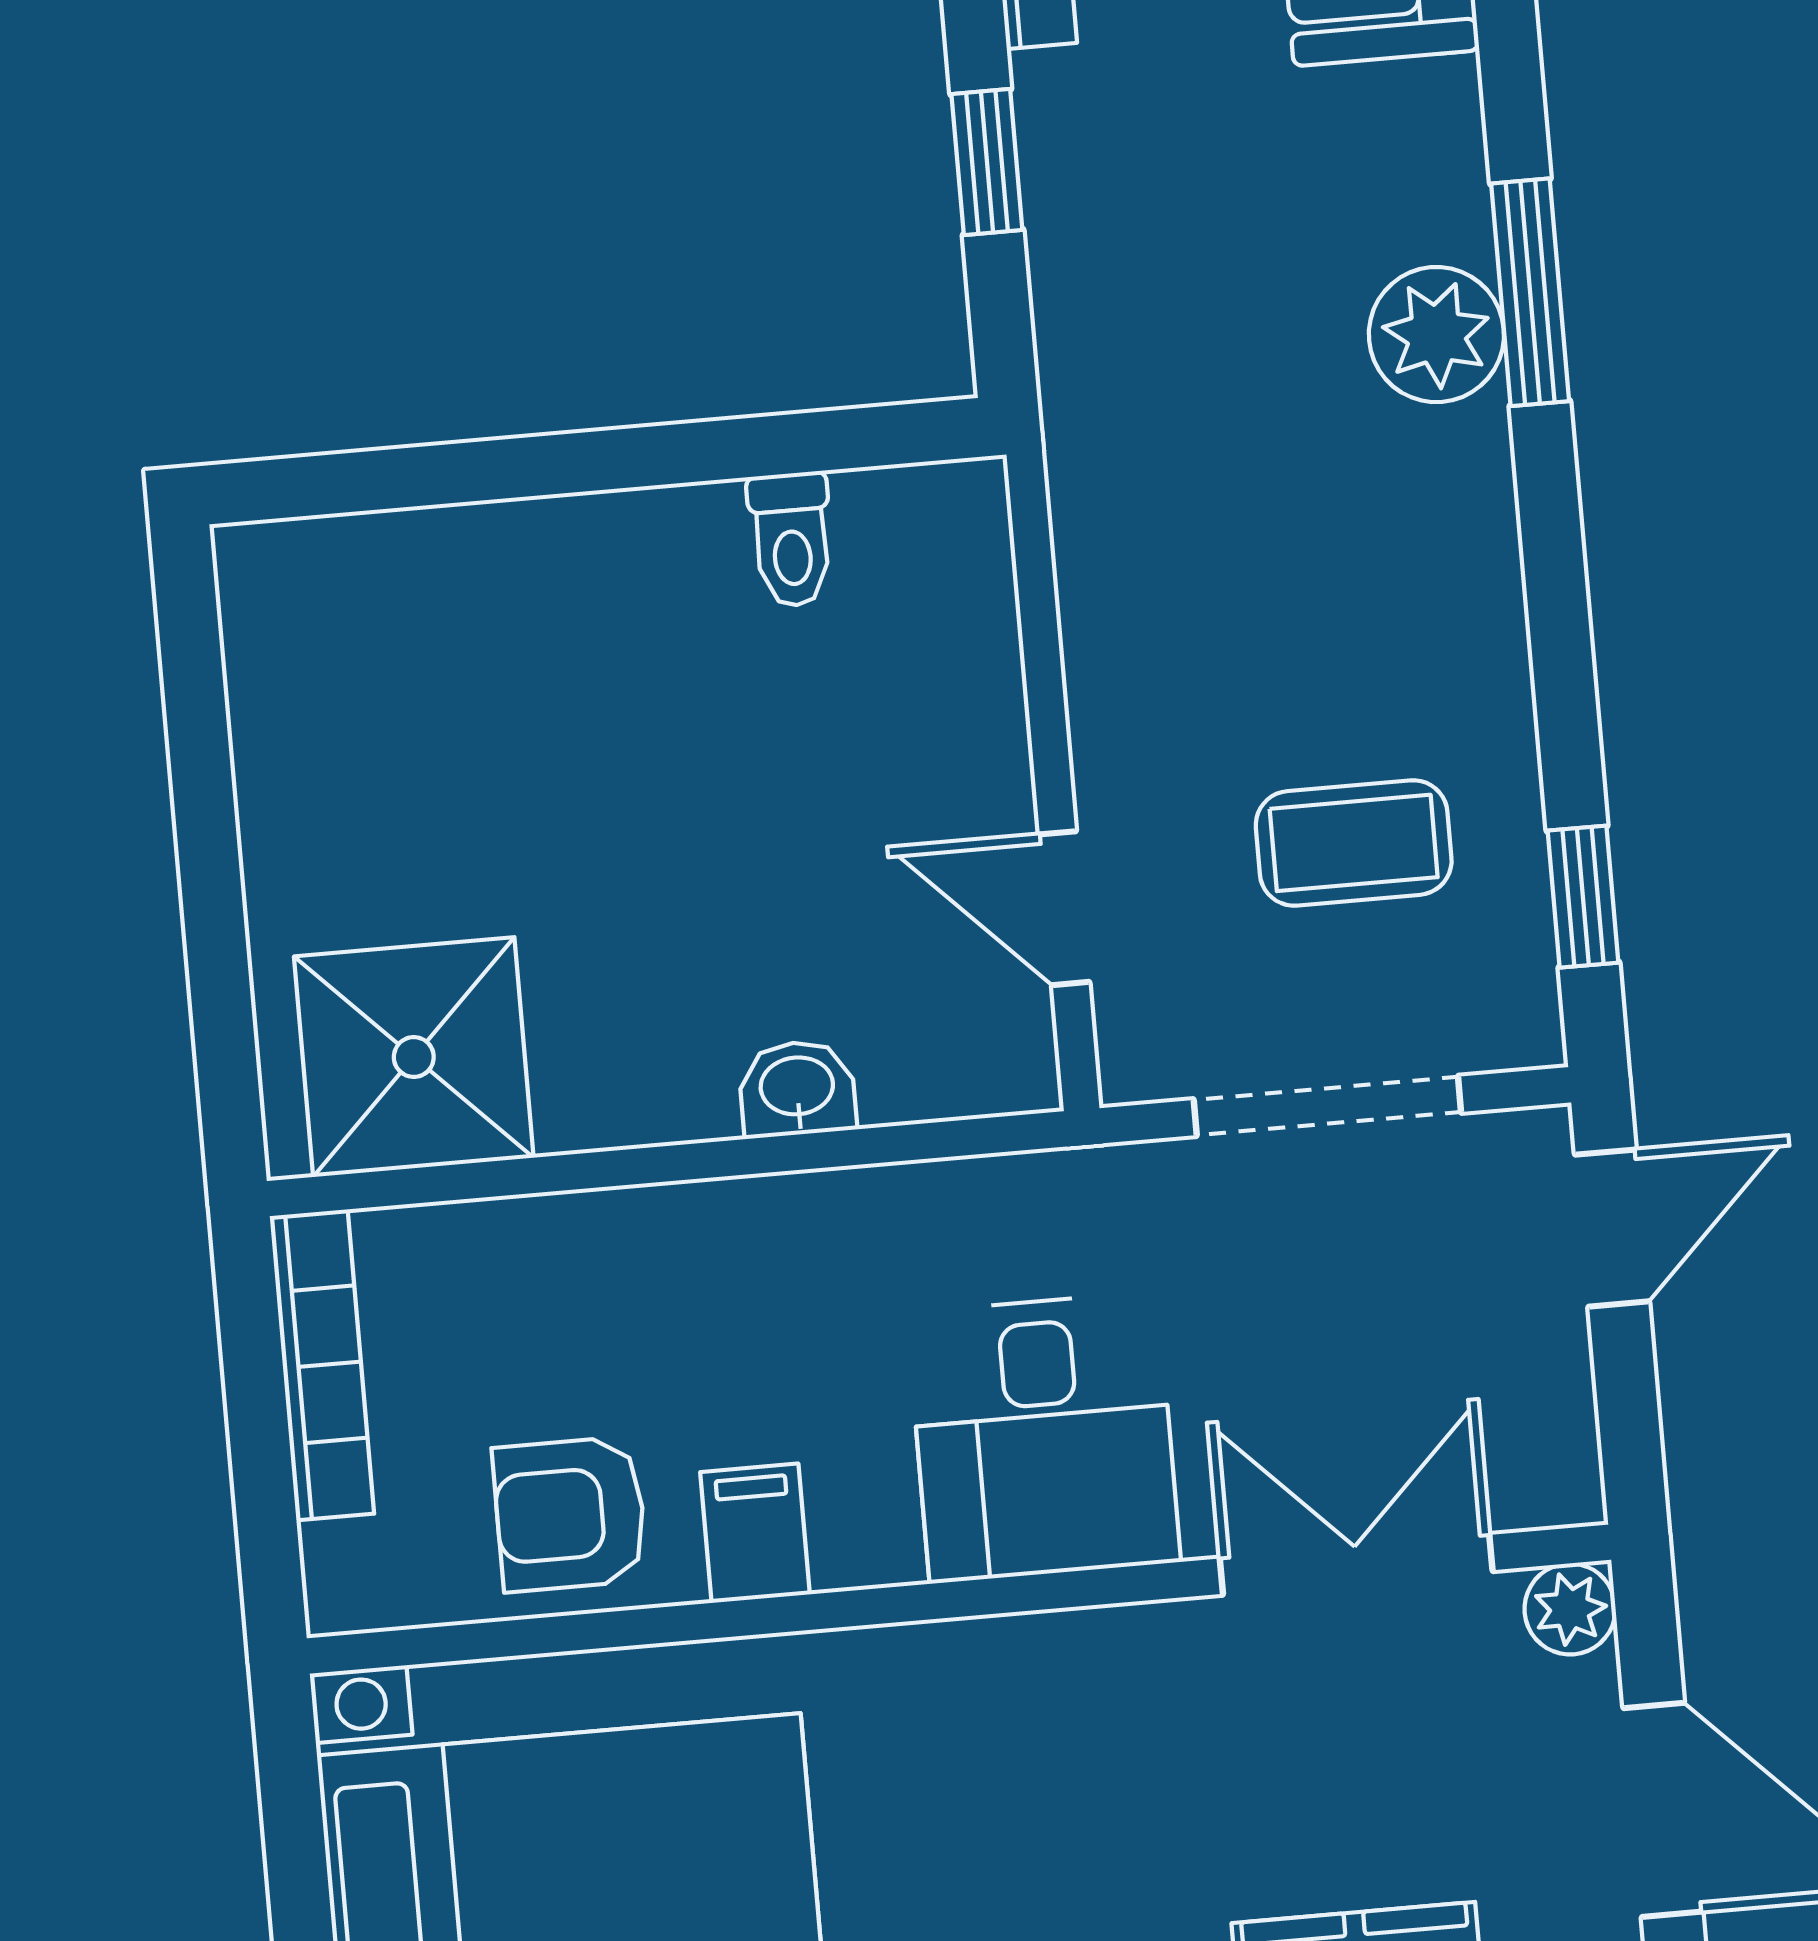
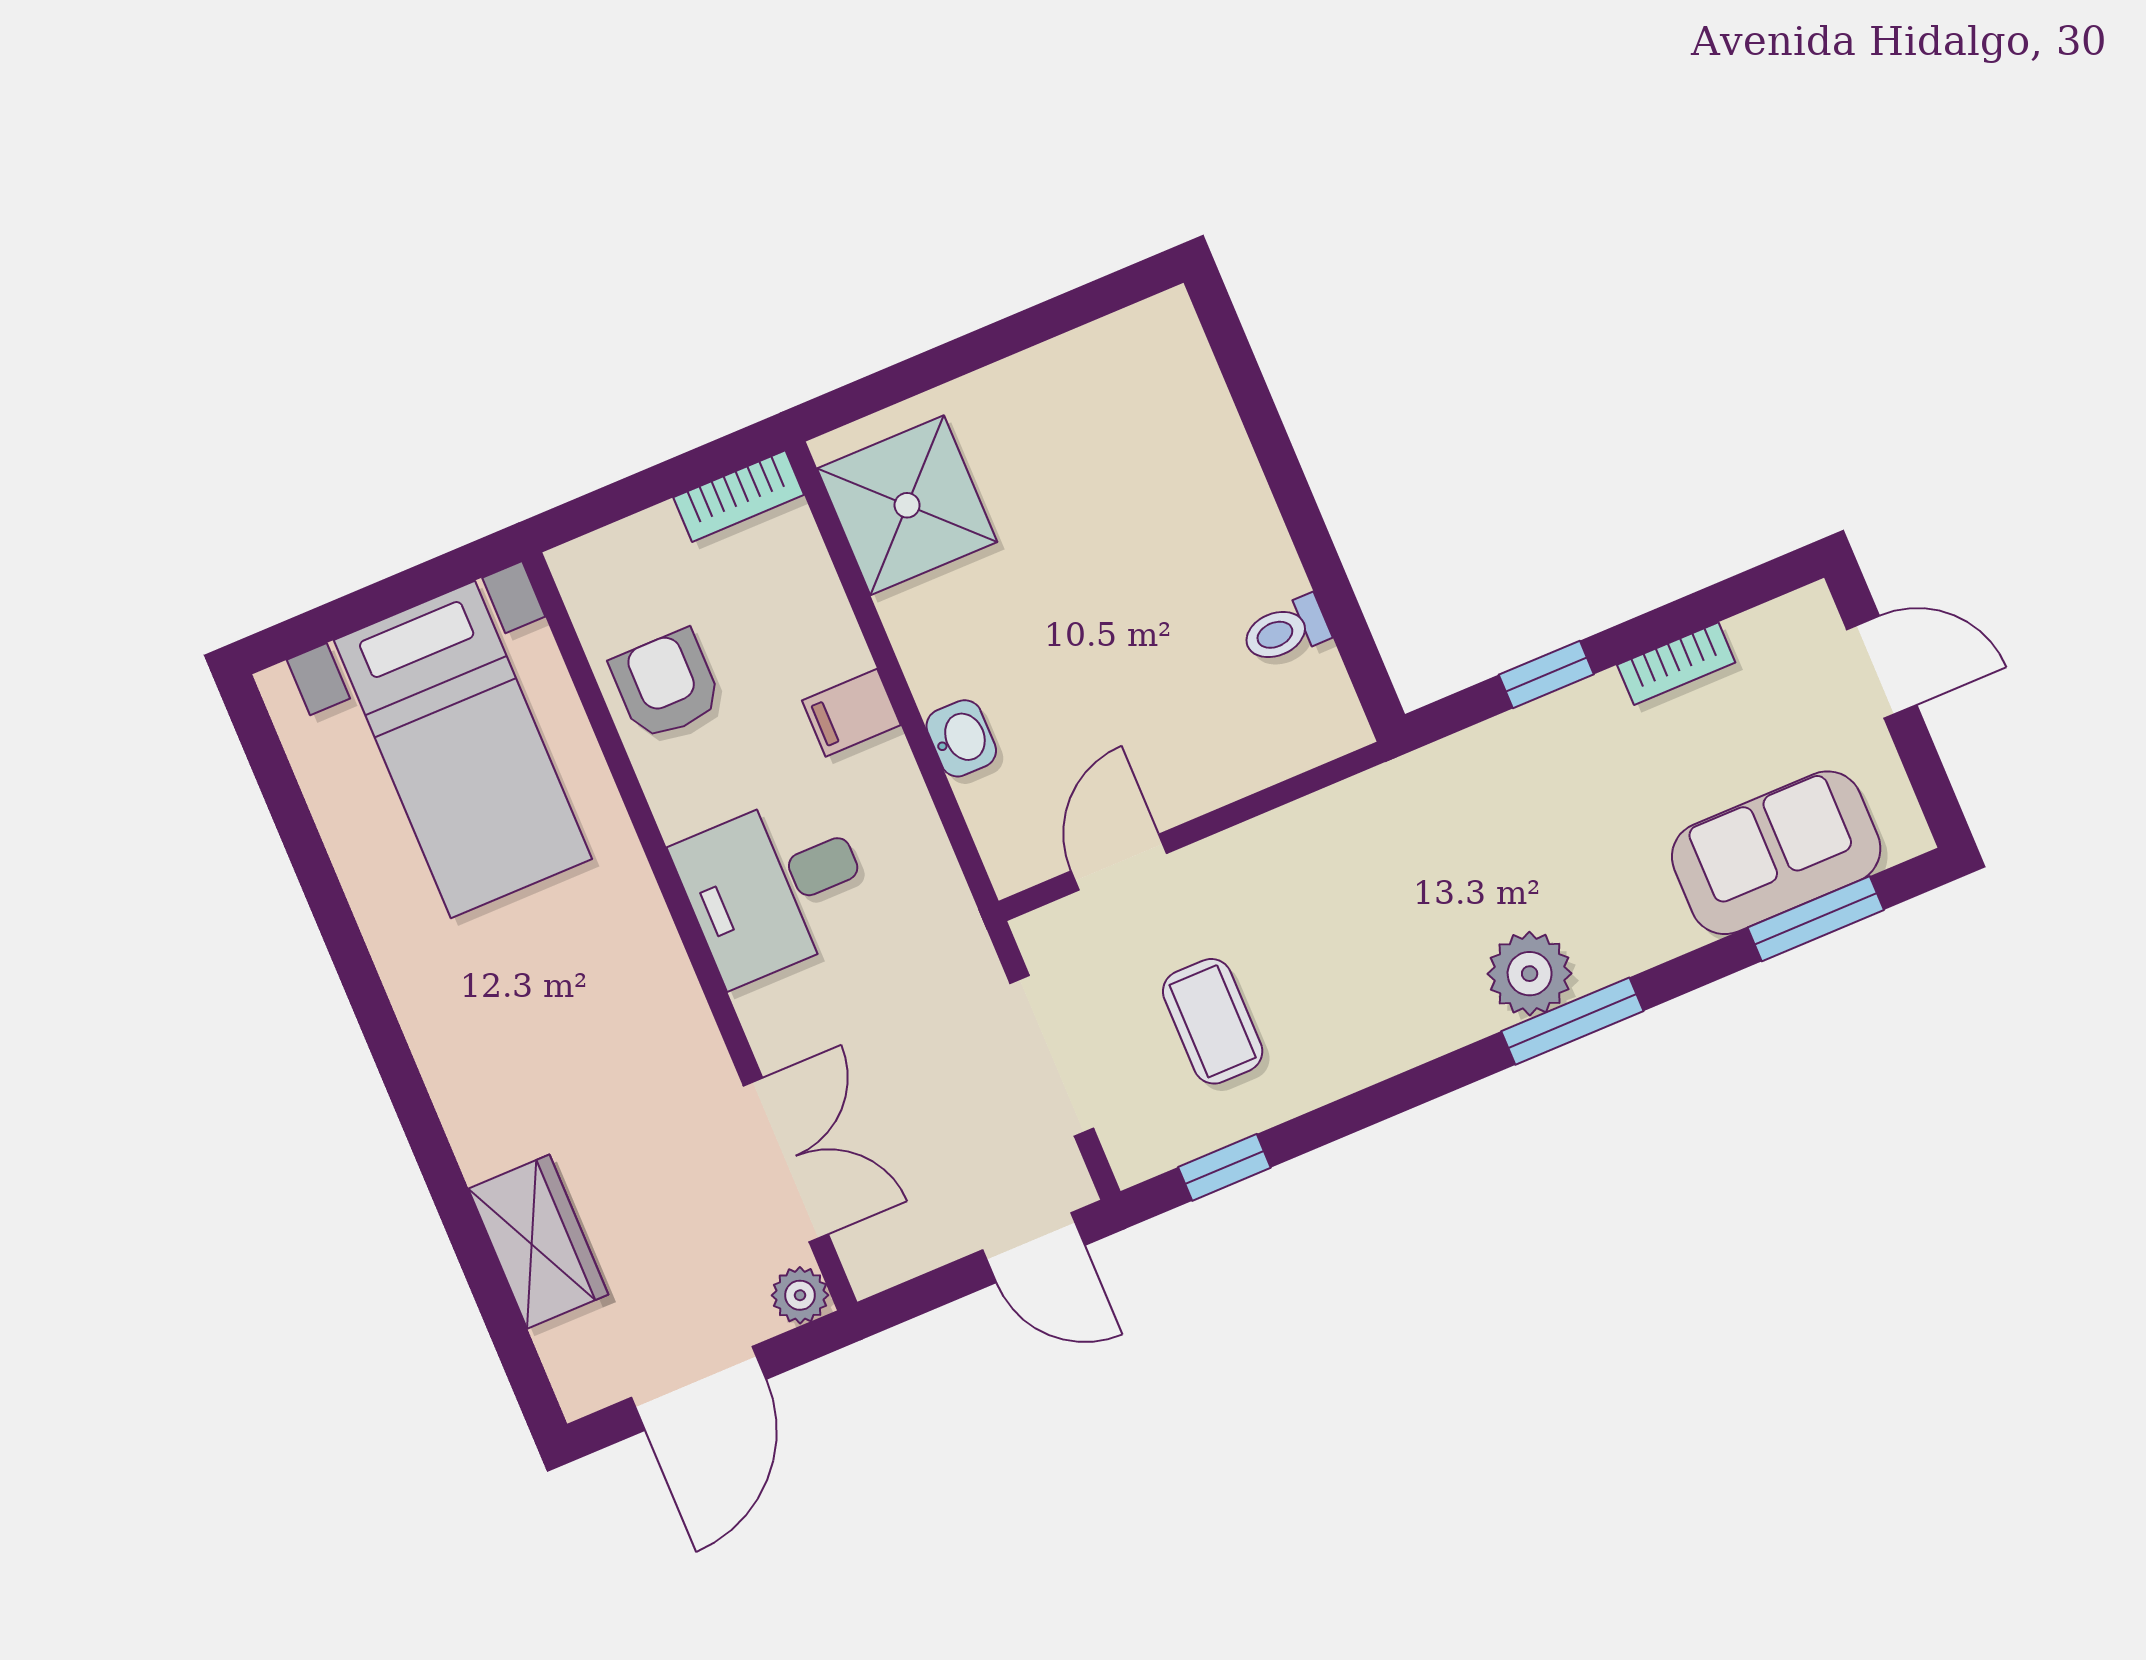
bookcase: (322, 1365) -> (739, 496), width x0.64
desk: (1044, 1437) -> (775, 887), moved
filing cabinet: (755, 1533) -> (851, 713), moved, turned 180

